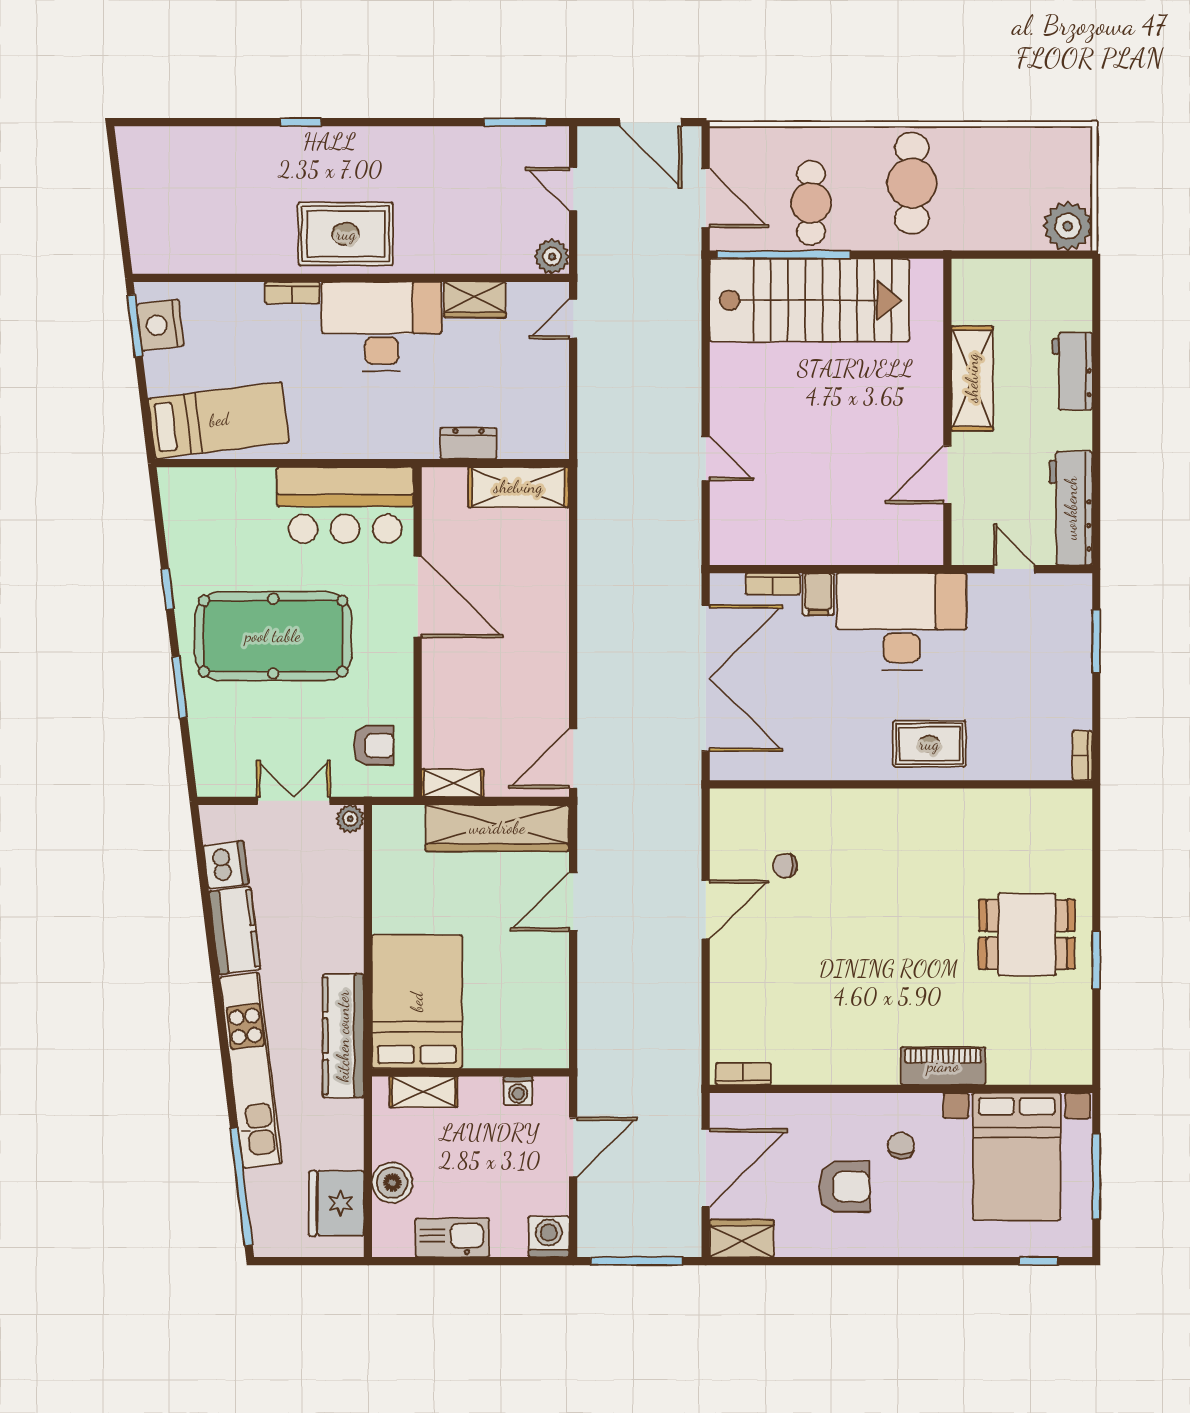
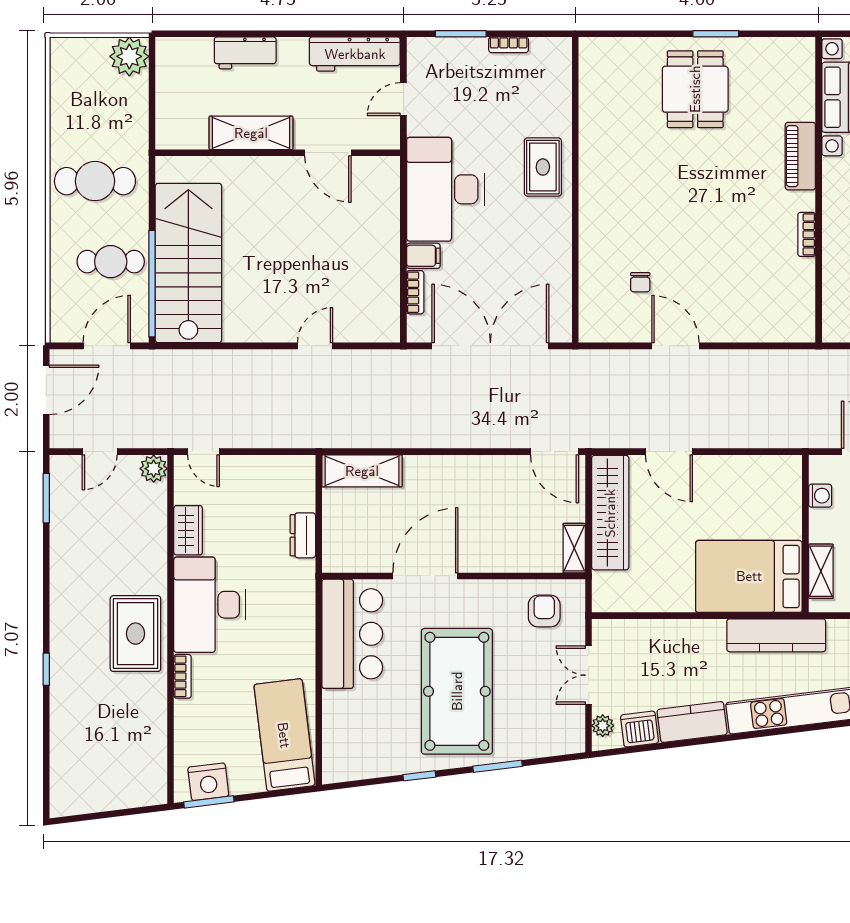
shelving: (518, 487) -> (362, 471), moved, turned 90
bookcase: (1082, 756) -> (509, 45), moved
plant: (350, 819) -> (603, 726), moved
bookcase: (743, 1074) -> (807, 234), moved

